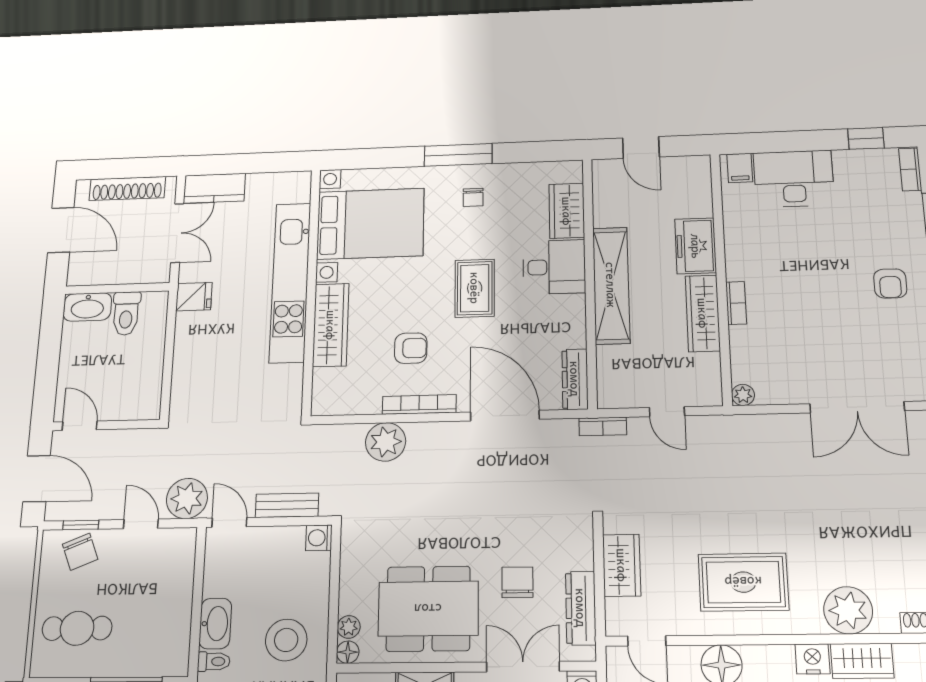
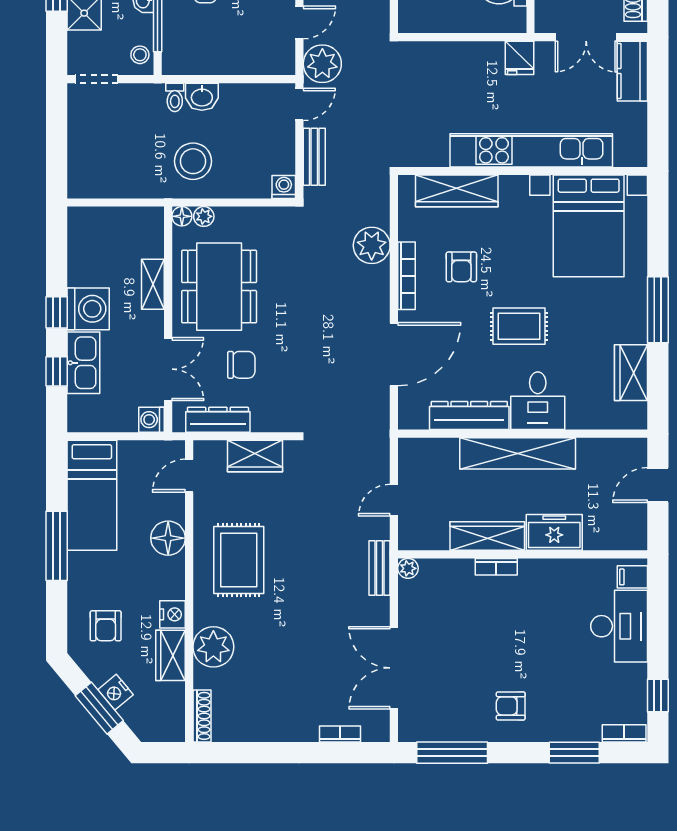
chair: (473, 197) -> (612, 324), removed
wardrobe: (567, 211) -> (631, 373), moved, turned -90
wardrobe: (331, 325) -> (457, 191), moved
dresser: (575, 379) -> (469, 416), moved, width x1.37, depth x1.24
bench: (744, 425) -> (380, 568), added
bookcase: (603, 426) -> (382, 442), removed
washbasin: (215, 624) -> (202, 97), width x0.72

